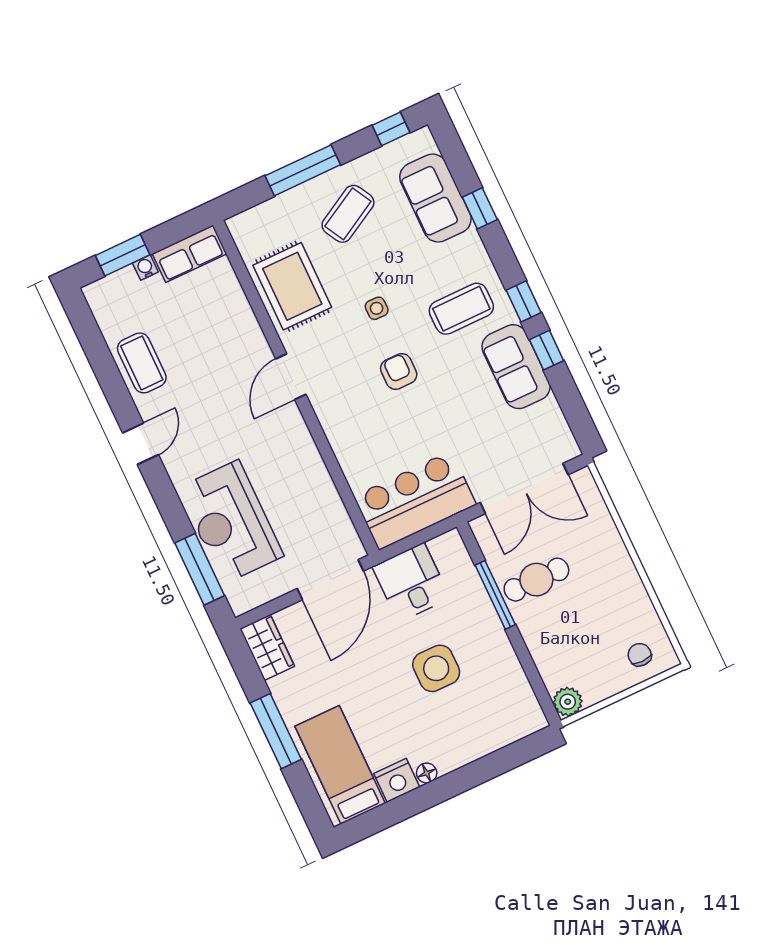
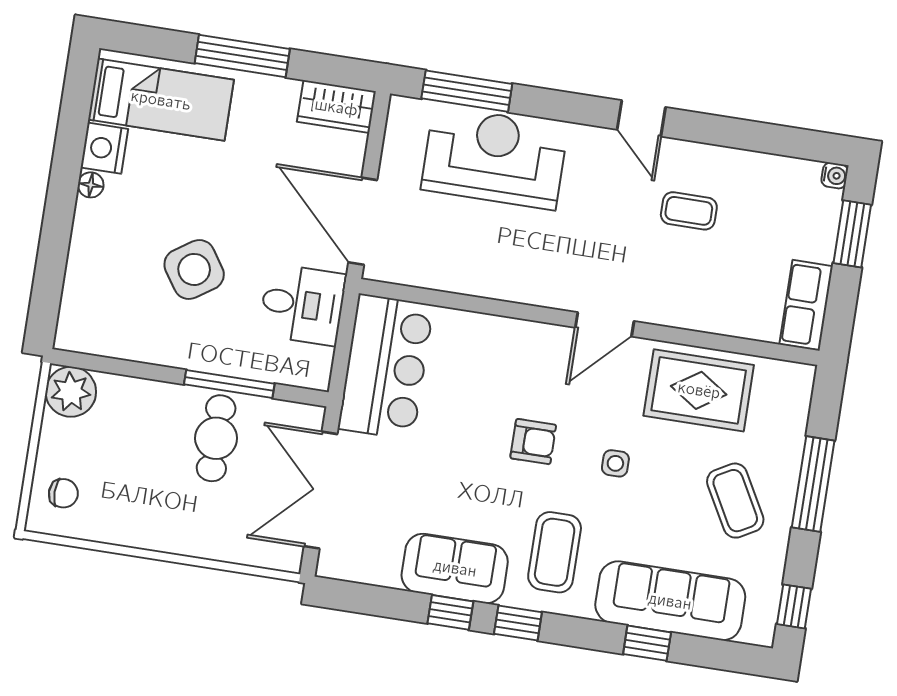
sofa: (435, 198) -> (670, 601), width x1.36
water cooler: (145, 267) -> (835, 176), moved
coffee table: (142, 363) -> (689, 211), moved, width x0.73, depth x0.77
door: (291, 377) -> (605, 324), swing flipped
side table: (436, 668) -> (194, 269), turned -34
plant: (568, 702) -> (71, 392), width x1.36, depth x1.36

